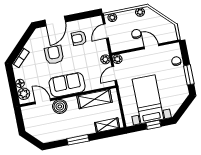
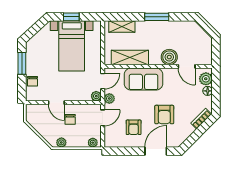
door: (106, 31) -> (103, 118), moved
armchair: (79, 38) -> (134, 127), turned 90
sofa: (67, 85) -> (144, 79), moved

